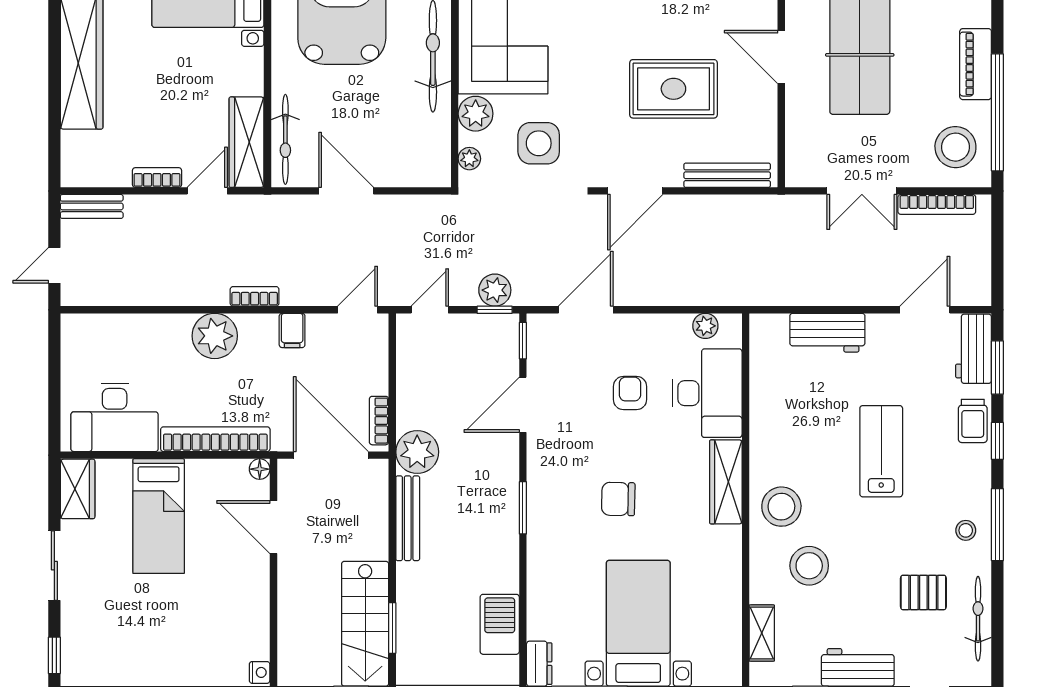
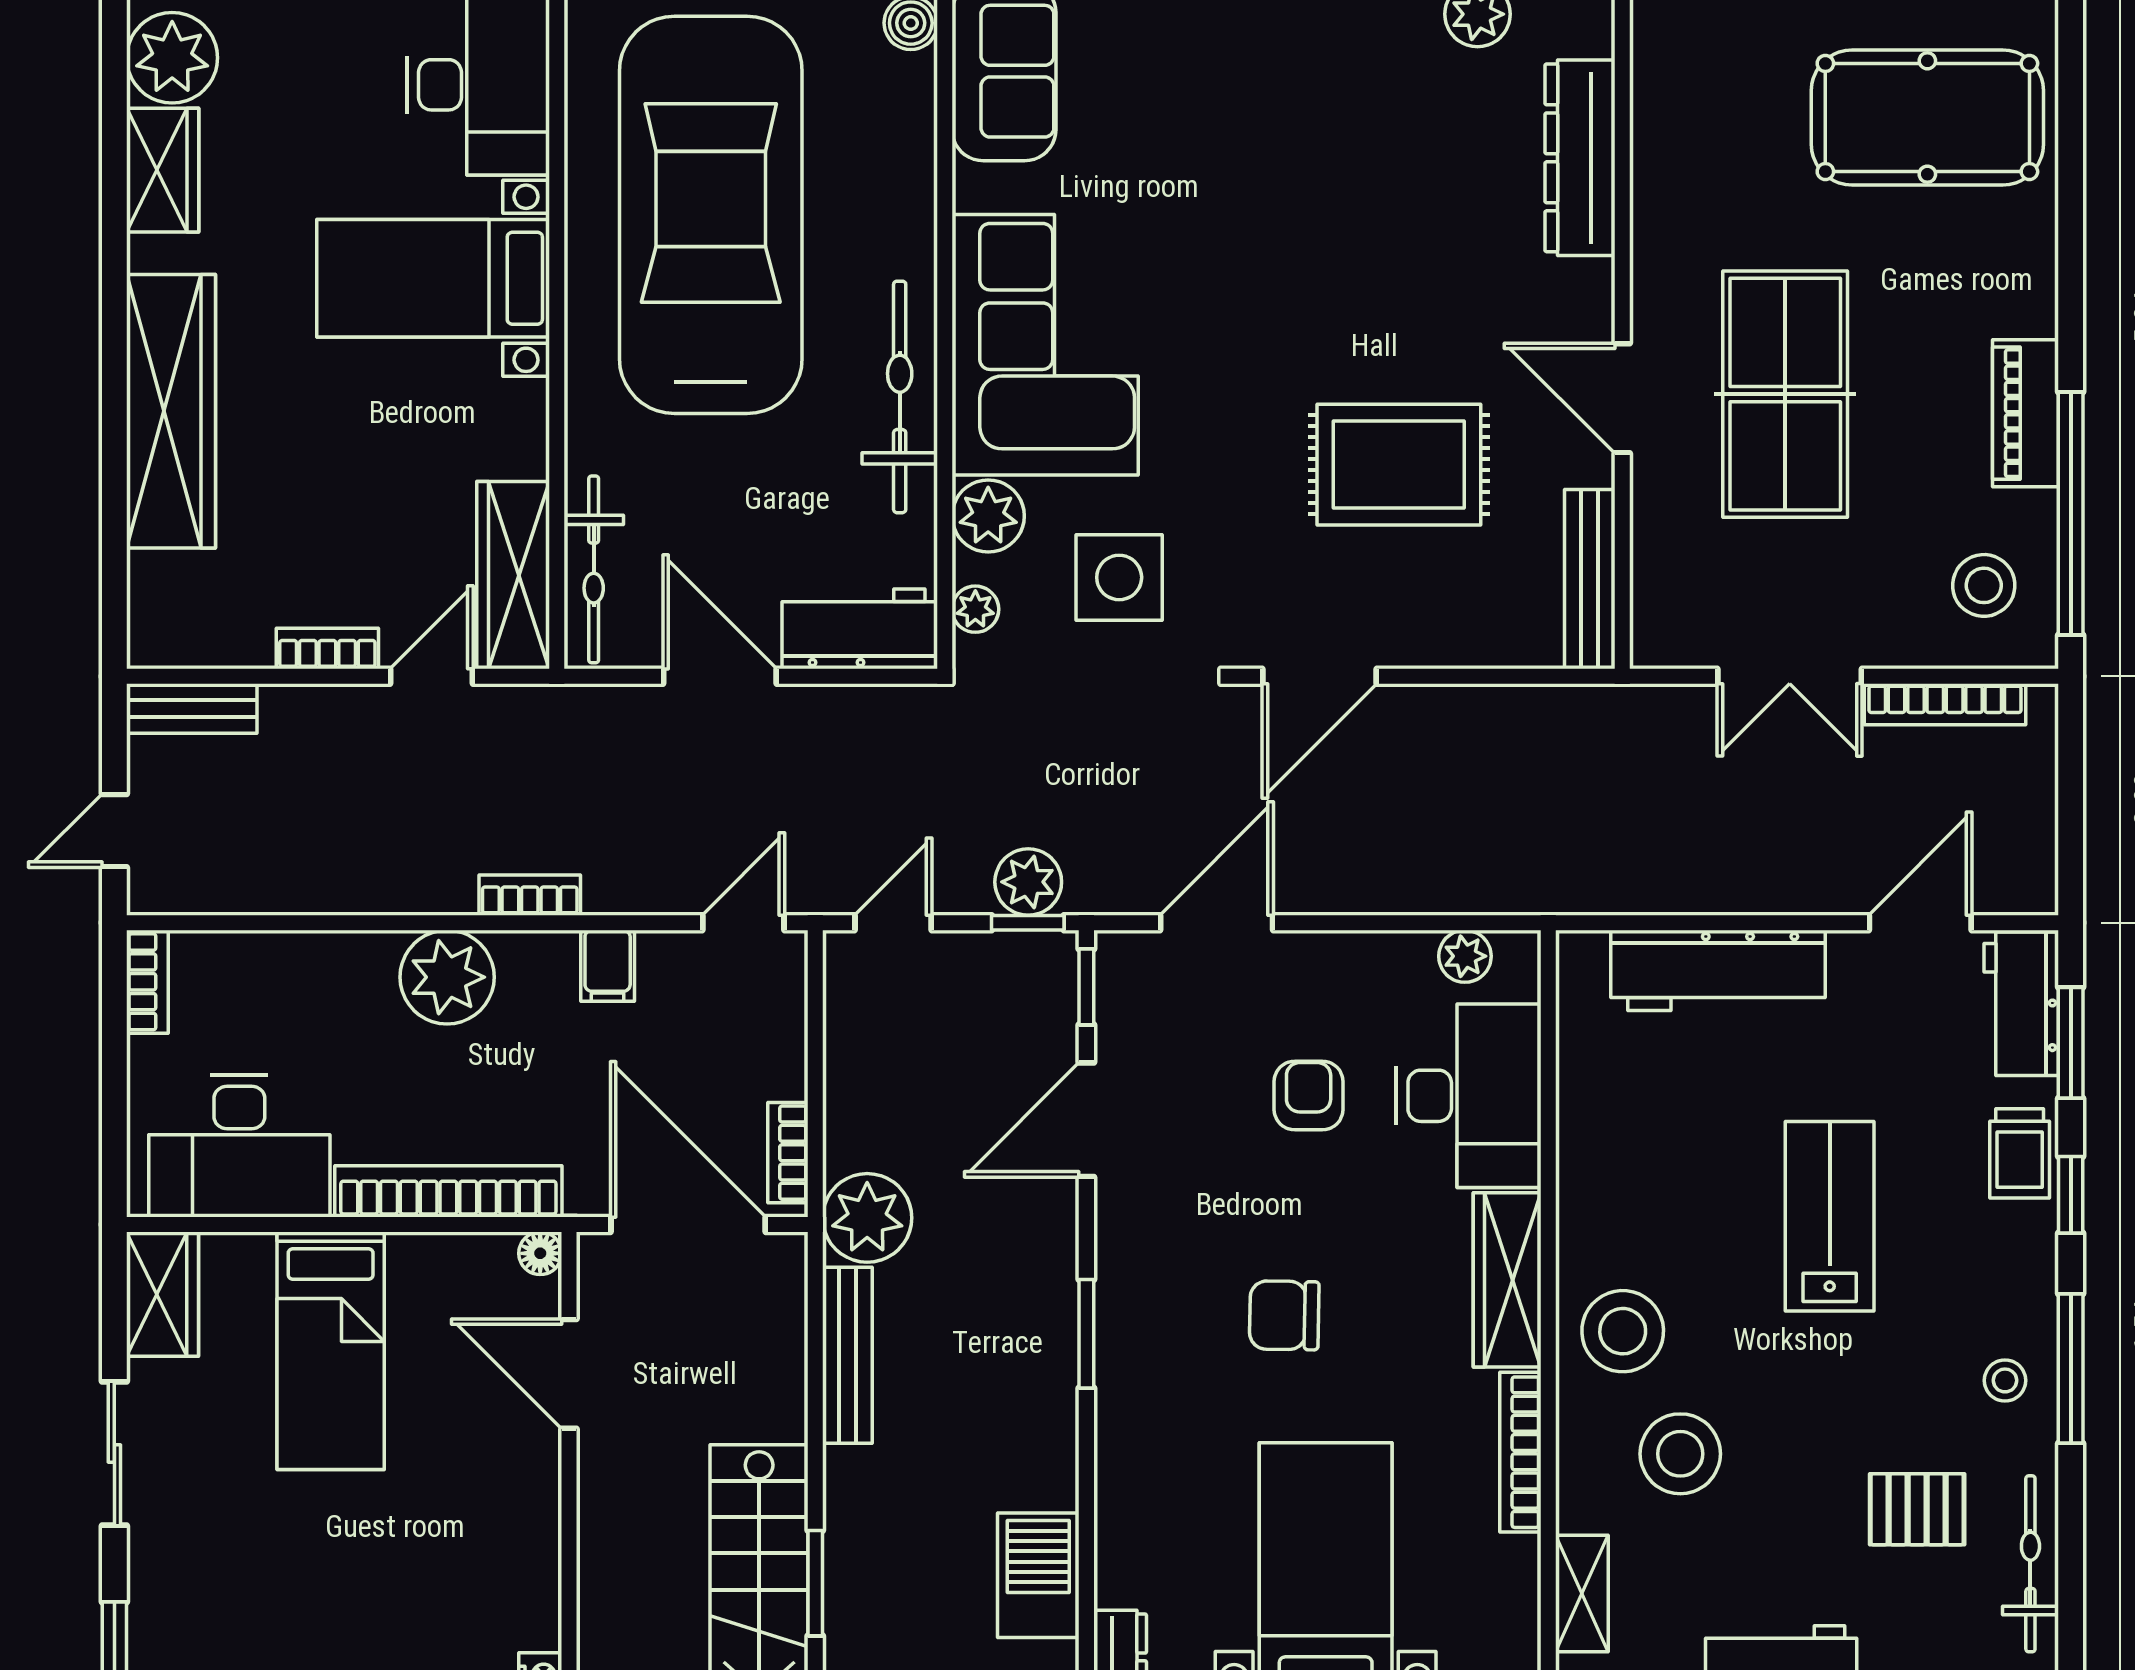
stool: (955, 147) -> (1984, 585), width x0.73, depth x0.73
workbench: (414, 168) -> (860, 629), added
bench: (727, 175) -> (1590, 579), moved, turned 90
workbench: (827, 333) -> (1718, 970), width x1.38
bookcase: (70, 338) -> (147, 982), added
bookcase: (732, 565) -> (1520, 1452), added

